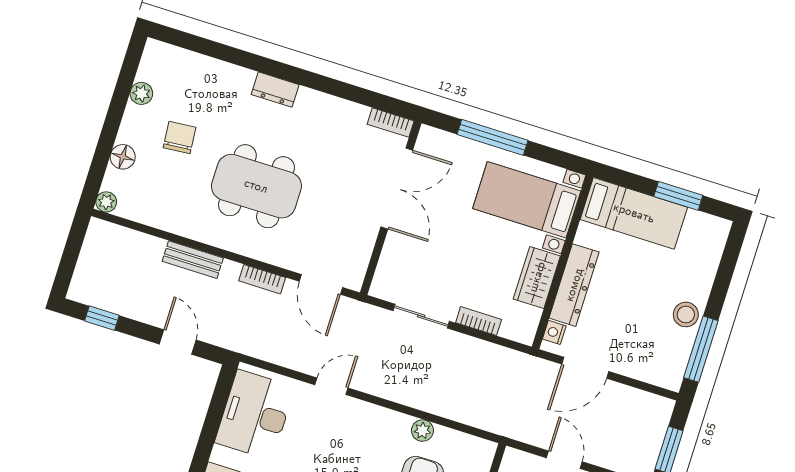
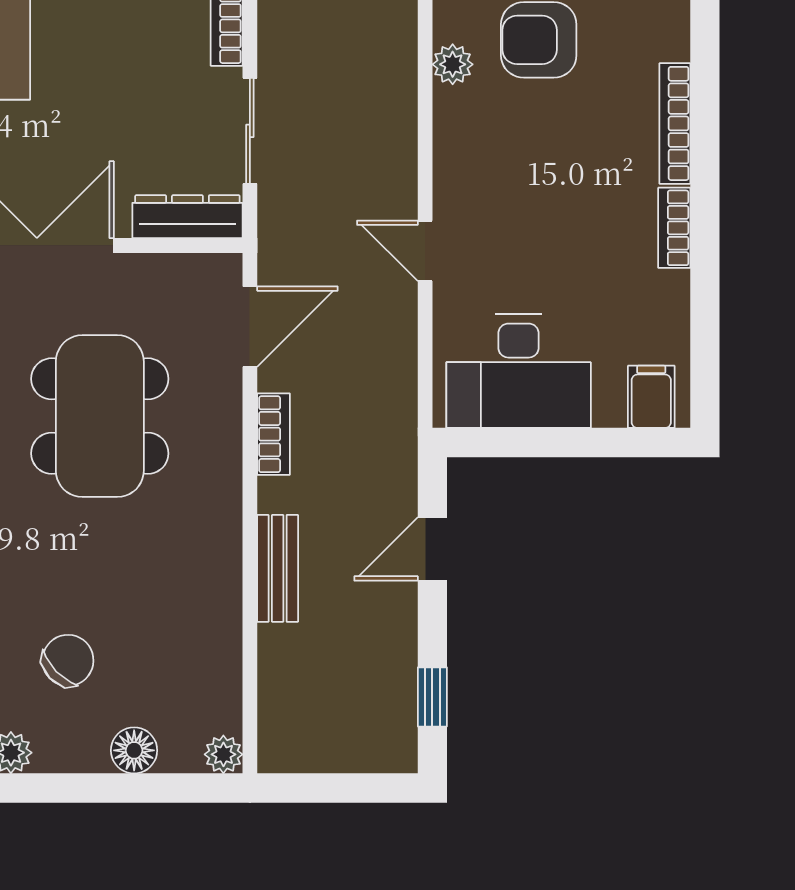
chair: (179, 137) -> (68, 660), turned 141
dining table: (256, 186) -> (100, 416), moved
dresser: (387, 270) -> (187, 217), added

